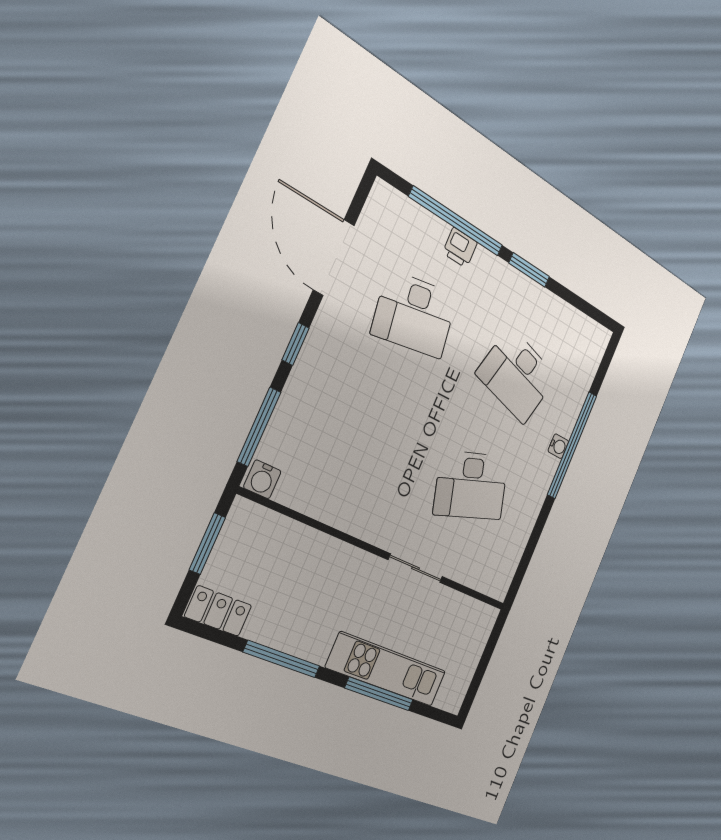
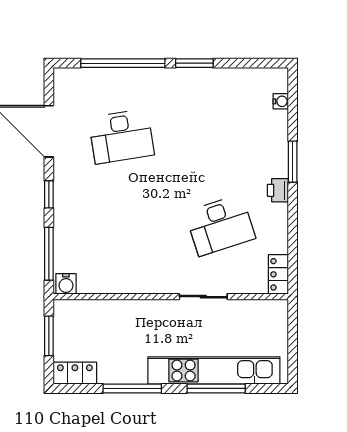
printer: (460, 248) -> (278, 190), moved, turned 90
desk: (517, 375) -> (220, 136), removed
window: (572, 445) -> (293, 162), width x0.47
water cooler: (558, 446) -> (281, 101), moved
locker: (503, 574) -> (278, 274), added
kitchen unit: (387, 669) -> (214, 371), width x1.36

